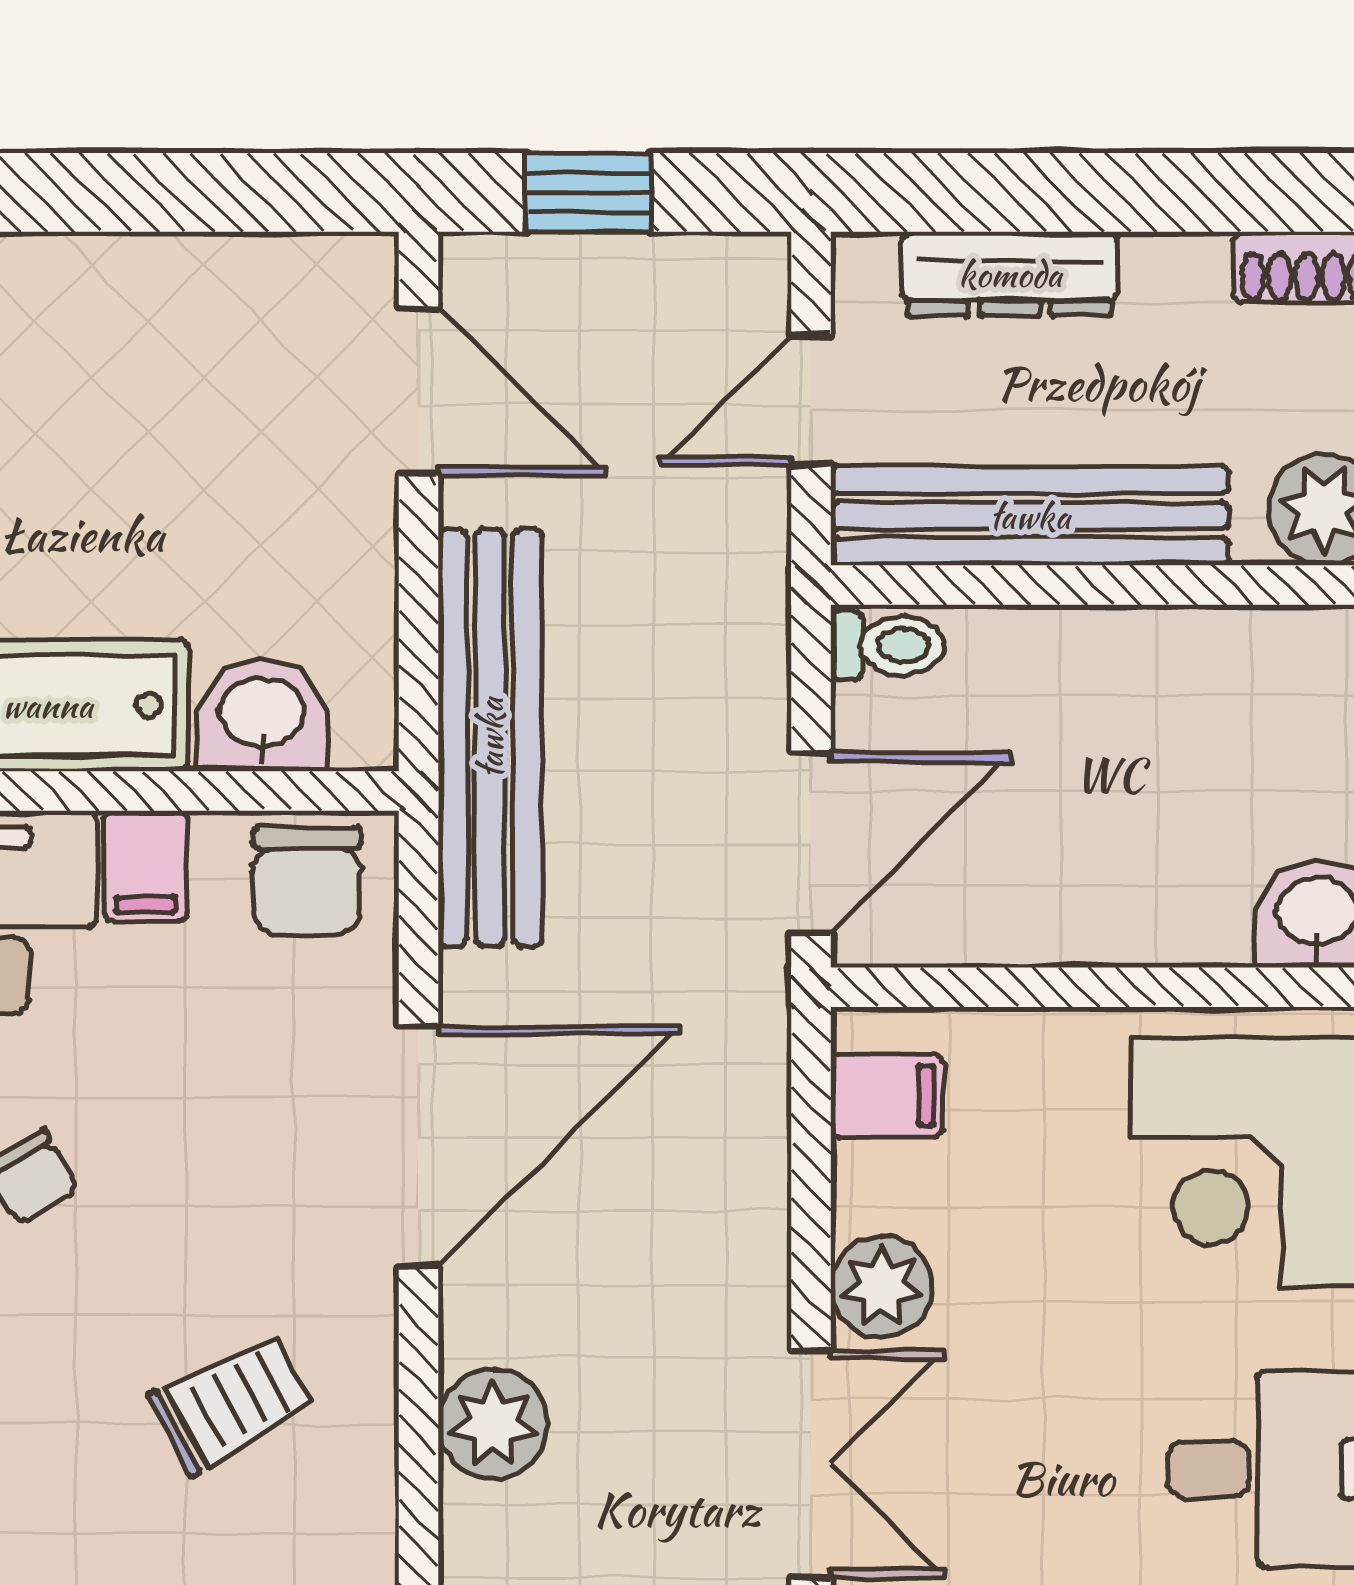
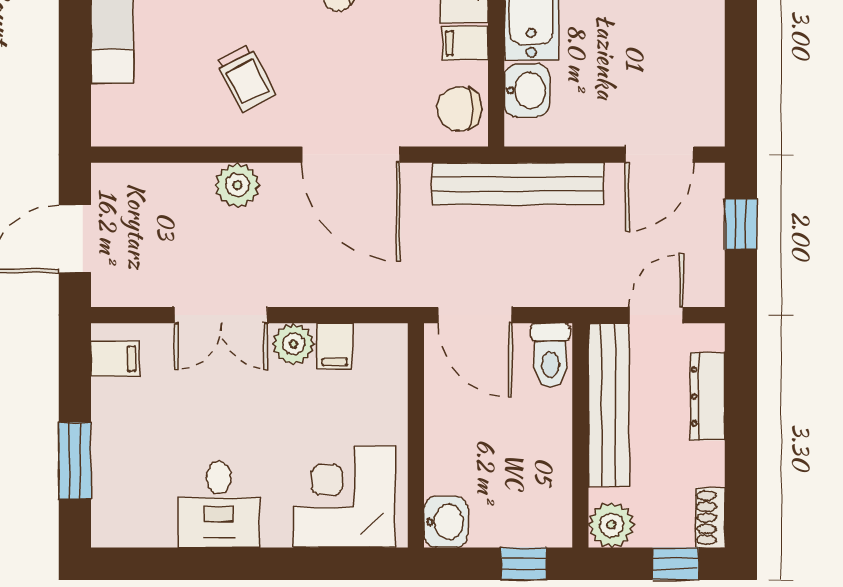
door: (811, 400) -> (656, 315), hinge flipped
toilet: (887, 645) -> (550, 355), width x1.37, depth x1.39
filing cabinet: (887, 1095) -> (335, 346), moved

